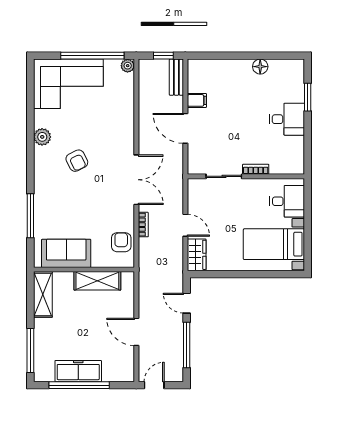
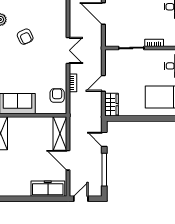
double door: (136, 180) -> (68, 50), width x0.73
door: (185, 225) -> (103, 83), swing flipped
shelving: (97, 281) -> (60, 133), moved, turned 90
freezer: (78, 371) -> (48, 189), moved
window: (79, 385) -> (27, 199), removed

